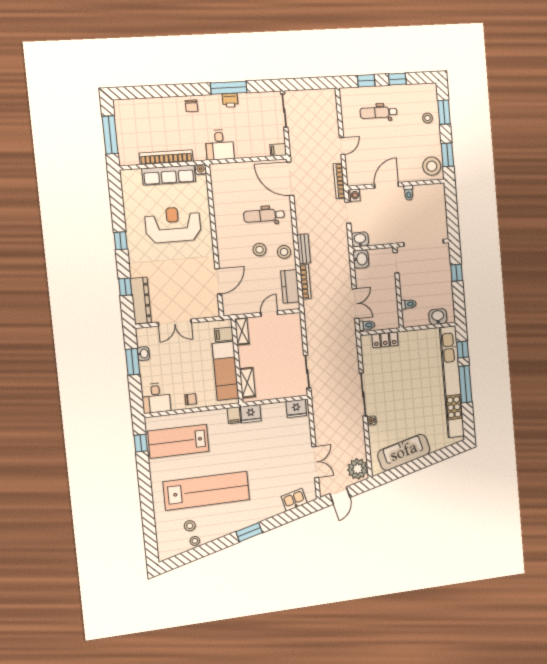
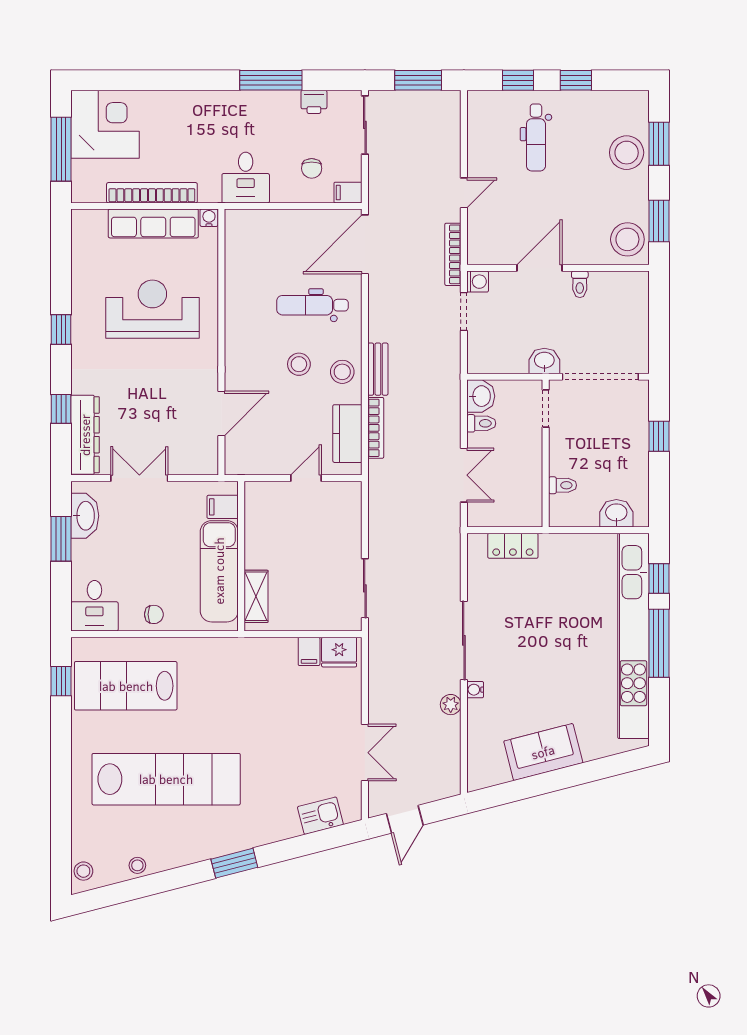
window: (312, 84) -> (418, 80), added
printer: (230, 100) -> (314, 102), moved
chair: (192, 106) -> (312, 168), moved
dental chair: (379, 112) -> (536, 137), turned -90
stool: (428, 118) -> (627, 153), width x1.89, depth x1.89
corner desk: (135, 119) -> (105, 124), added
door: (290, 179) -> (365, 244), hinge flipped
washbasin: (360, 239) -> (544, 361), moved
double door: (175, 323) -> (139, 478), swing flipped
toilet: (367, 325) -> (481, 423), moved
shelving: (242, 331) -> (255, 505), removed
washbasin: (143, 354) -> (85, 516), width x1.91, depth x1.45
fridge: (251, 414) -> (257, 652), removed
filing cabinet: (234, 415) -> (309, 651), moved
sofa: (404, 452) -> (543, 752), width x0.73
plant: (358, 469) -> (451, 705), moved, width x0.53, depth x0.53
stool: (190, 526) -> (83, 871), moved

